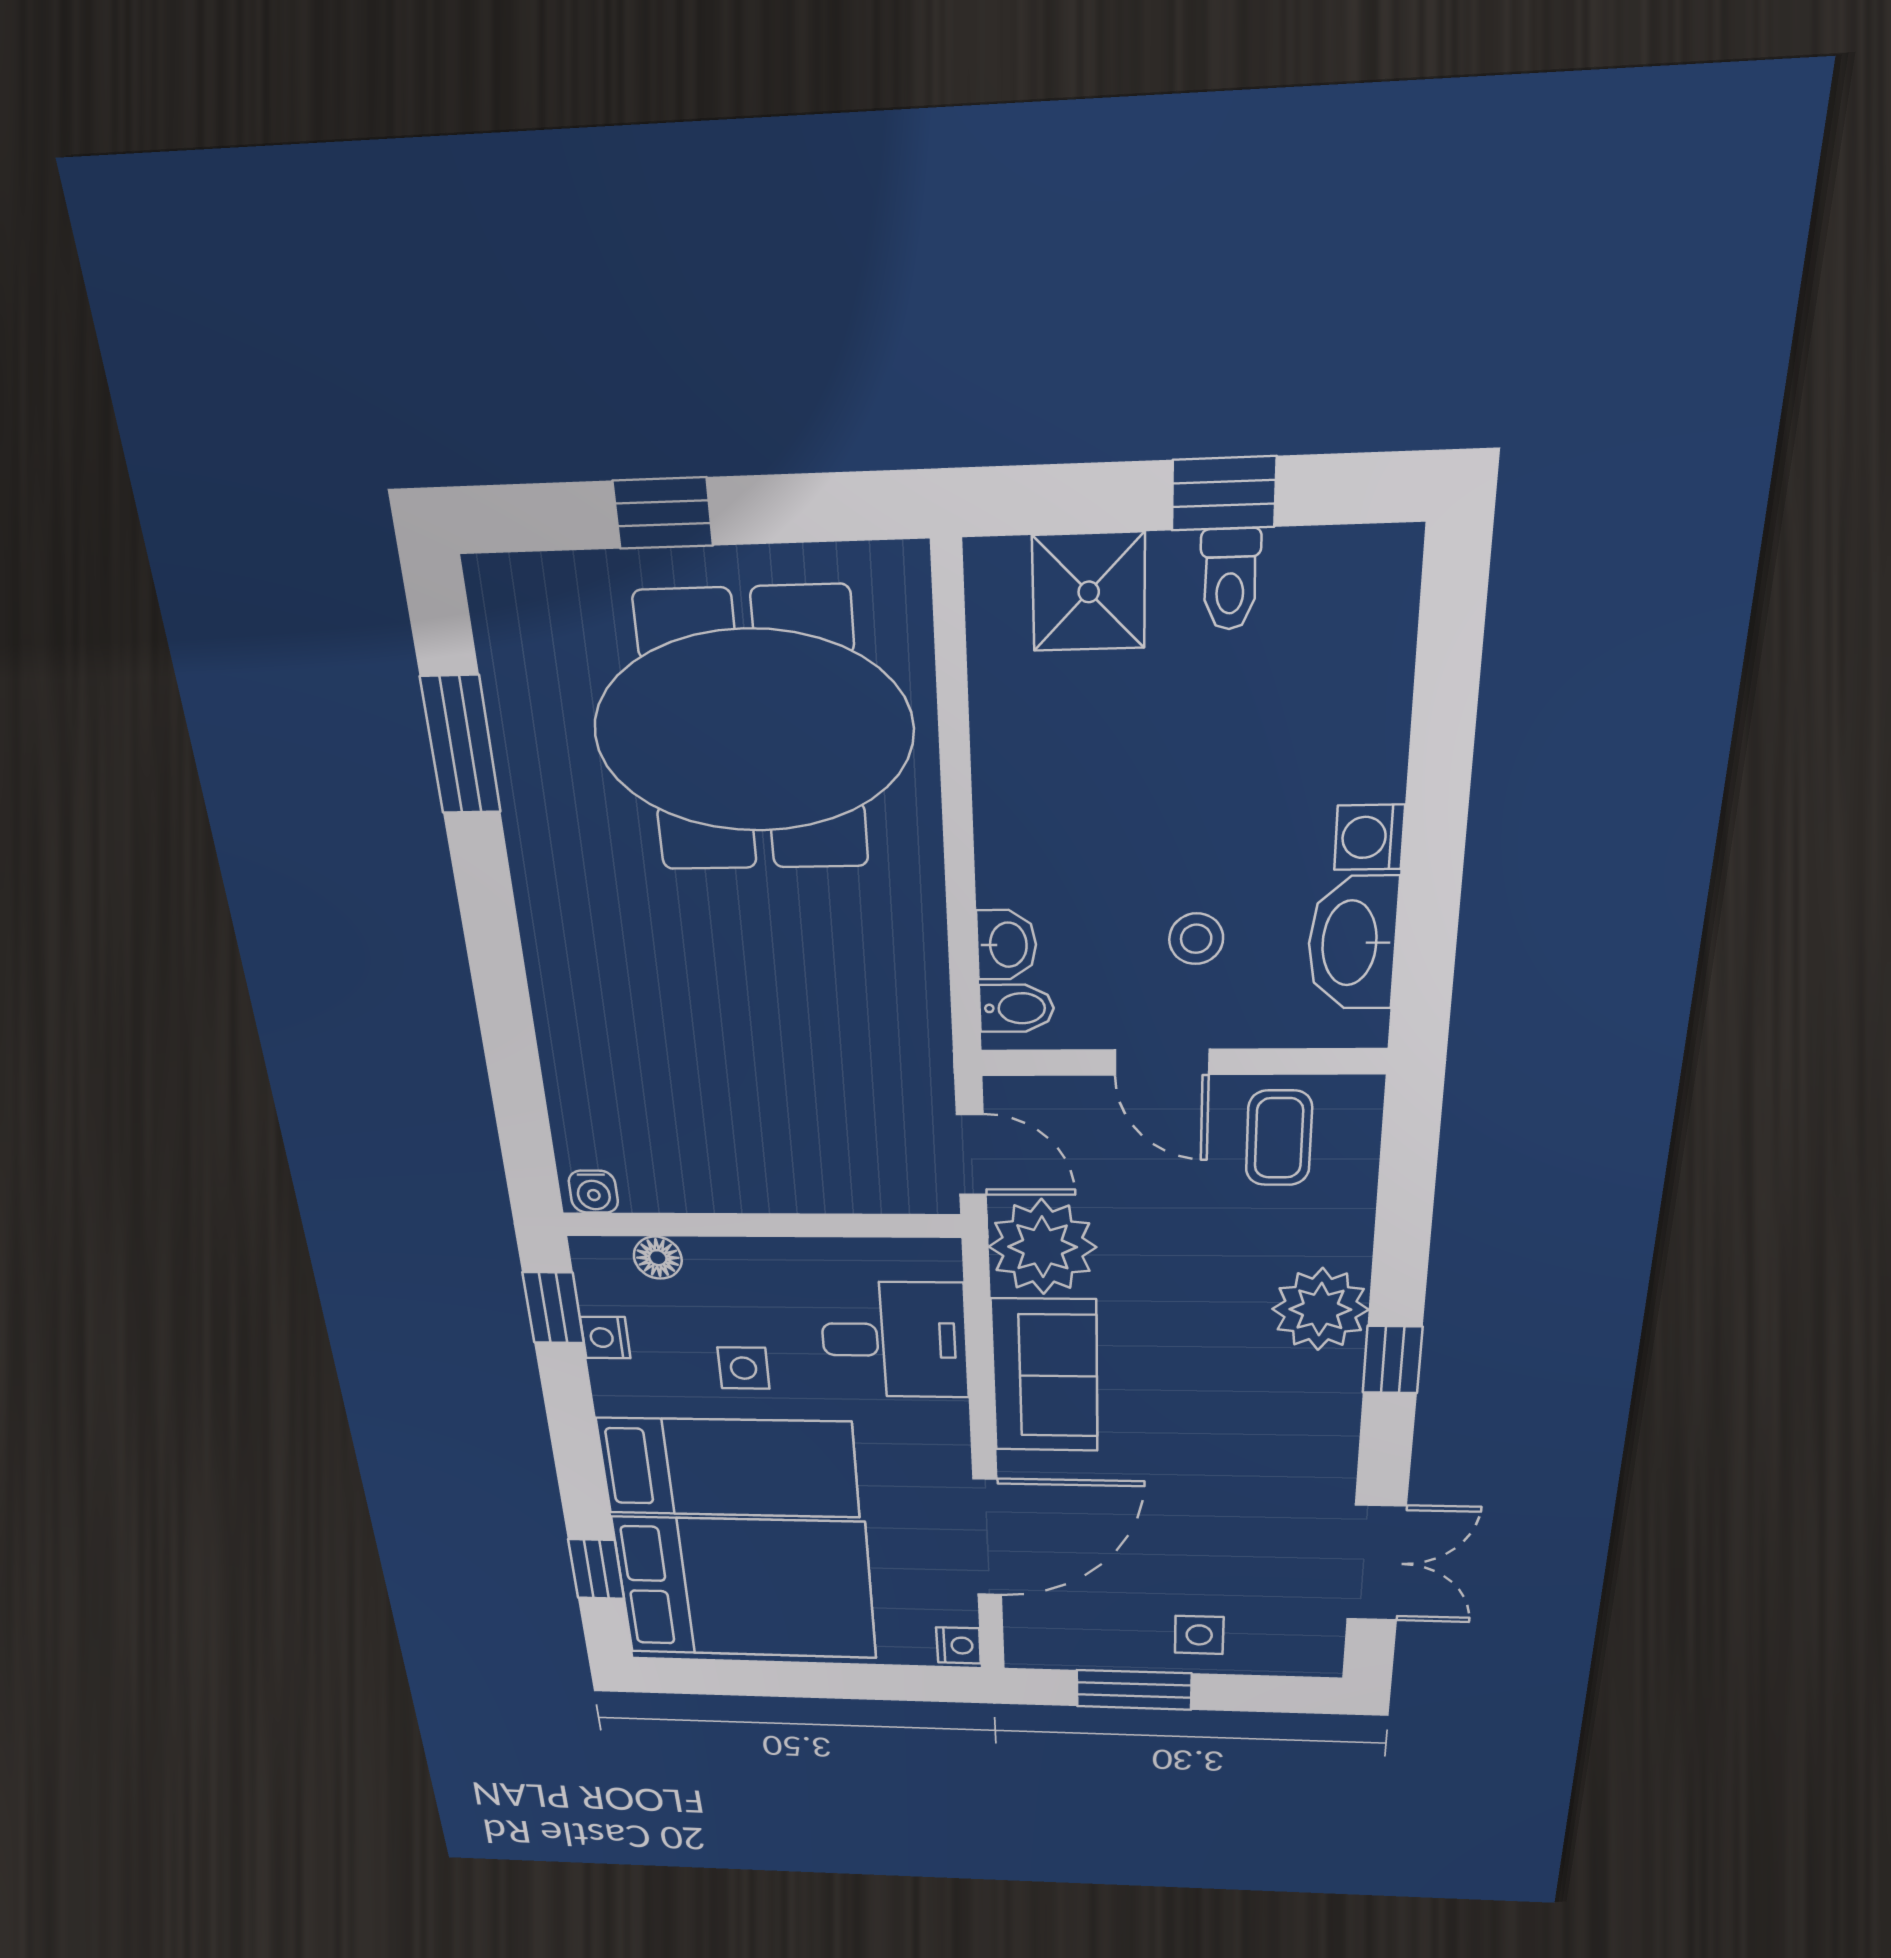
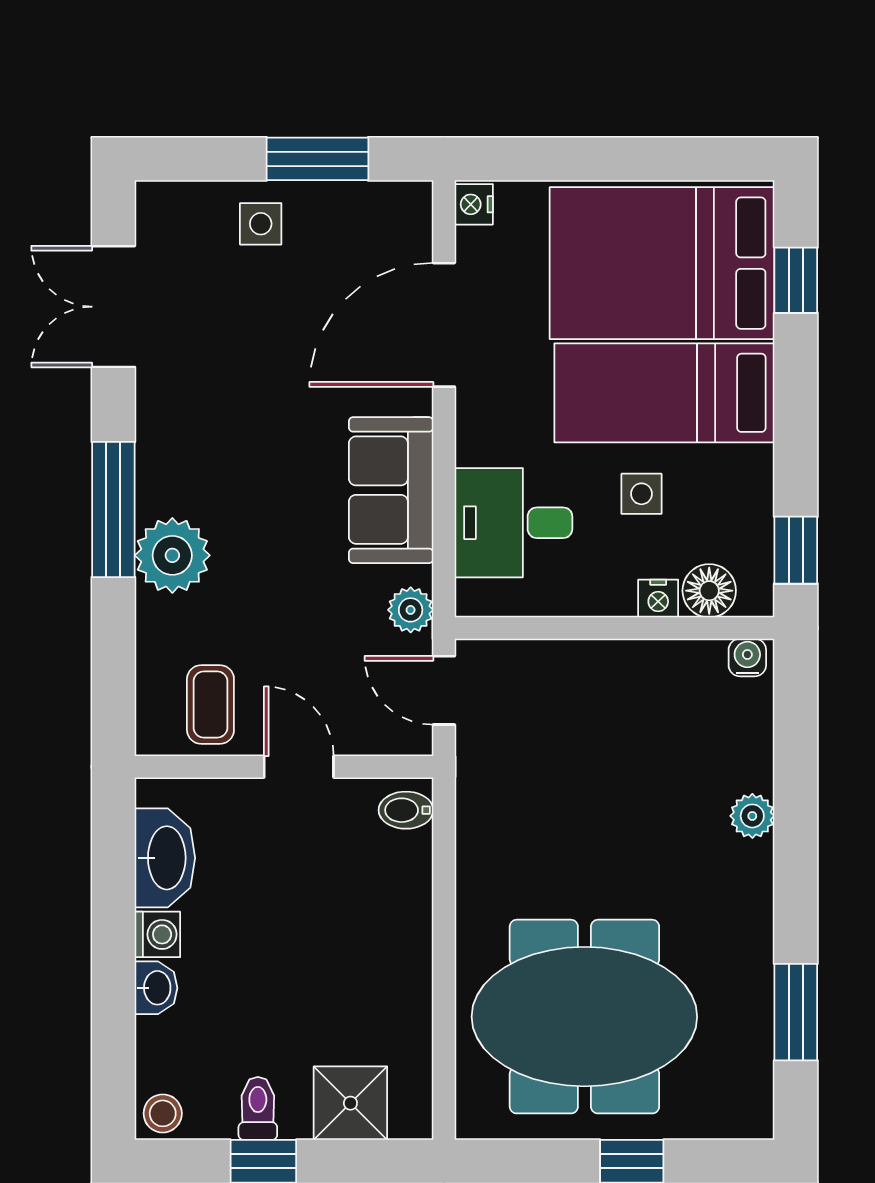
stool: (1196, 939) -> (163, 1113), moved
washbasin: (1007, 945) -> (156, 988), moved, turned 180
plant: (559, 1004) -> (752, 816), added
plant: (1042, 1247) -> (411, 610), width x0.53, depth x0.53
floor lamp: (658, 1258) -> (709, 591), width x1.37, depth x1.37
nightstand: (605, 1338) -> (658, 598), moved, turned 90
window: (1392, 1360) -> (113, 509), width x2.17

